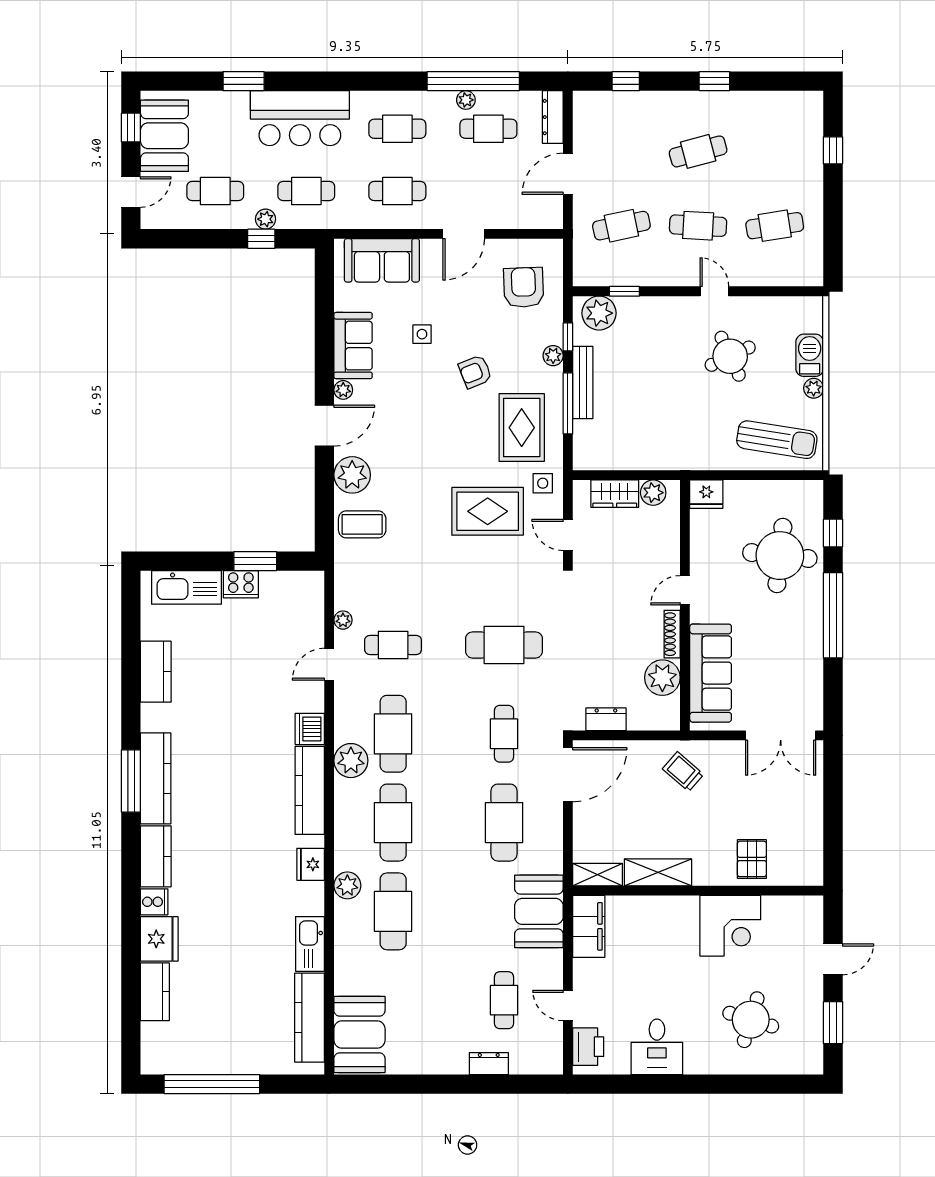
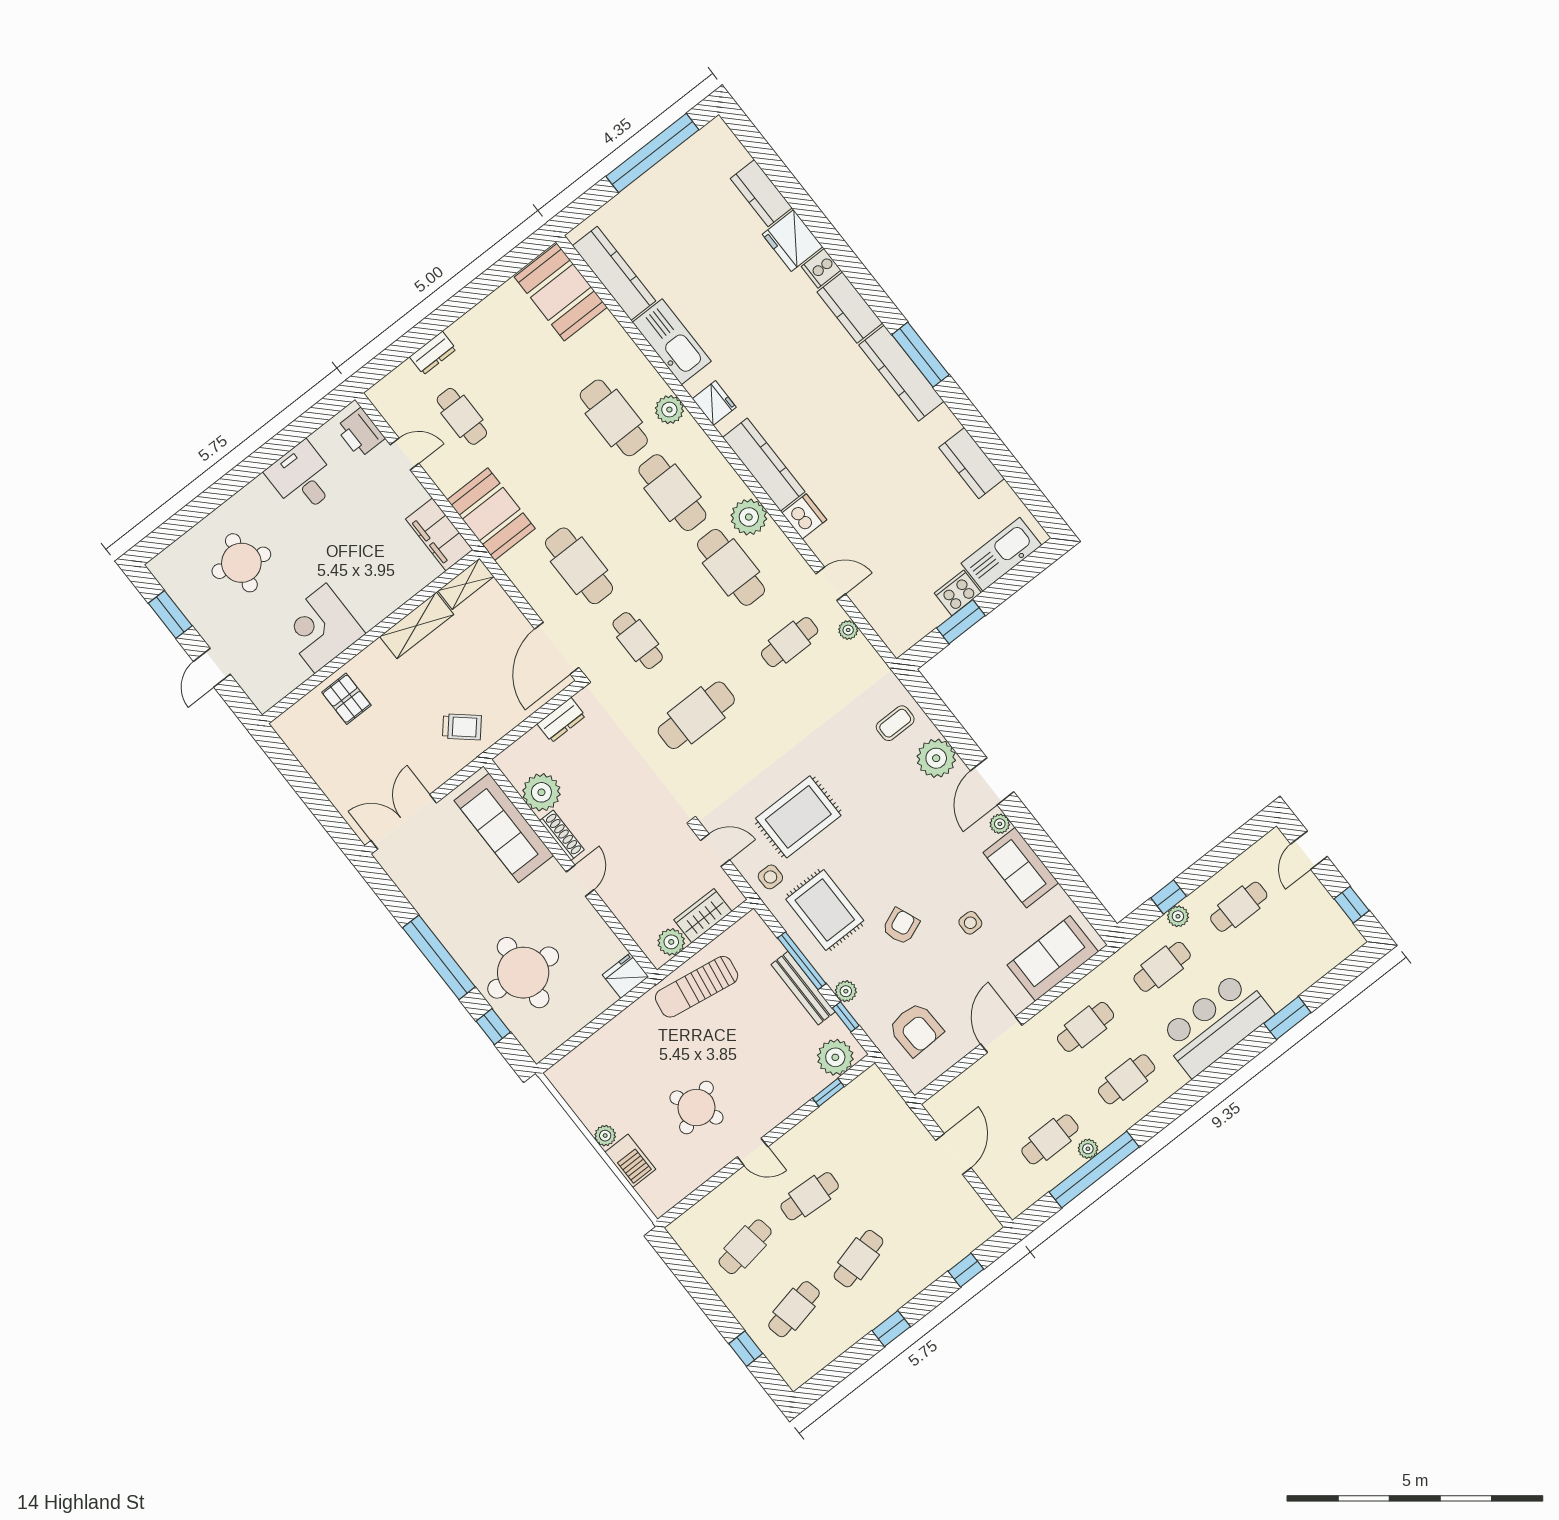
dresser: (553, 117) -> (1003, 1192), removed
booth: (164, 136) -> (1318, 920), removed
cafe table: (621, 226) -> (794, 1309), moved
sun lounger: (777, 440) -> (697, 987), moved
coffee table: (362, 524) -> (895, 723), width x0.73, depth x0.77
door: (329, 664) -> (831, 584), hinge flipped
kitchen sink: (310, 944) -> (672, 342), width x1.36, depth x1.24

